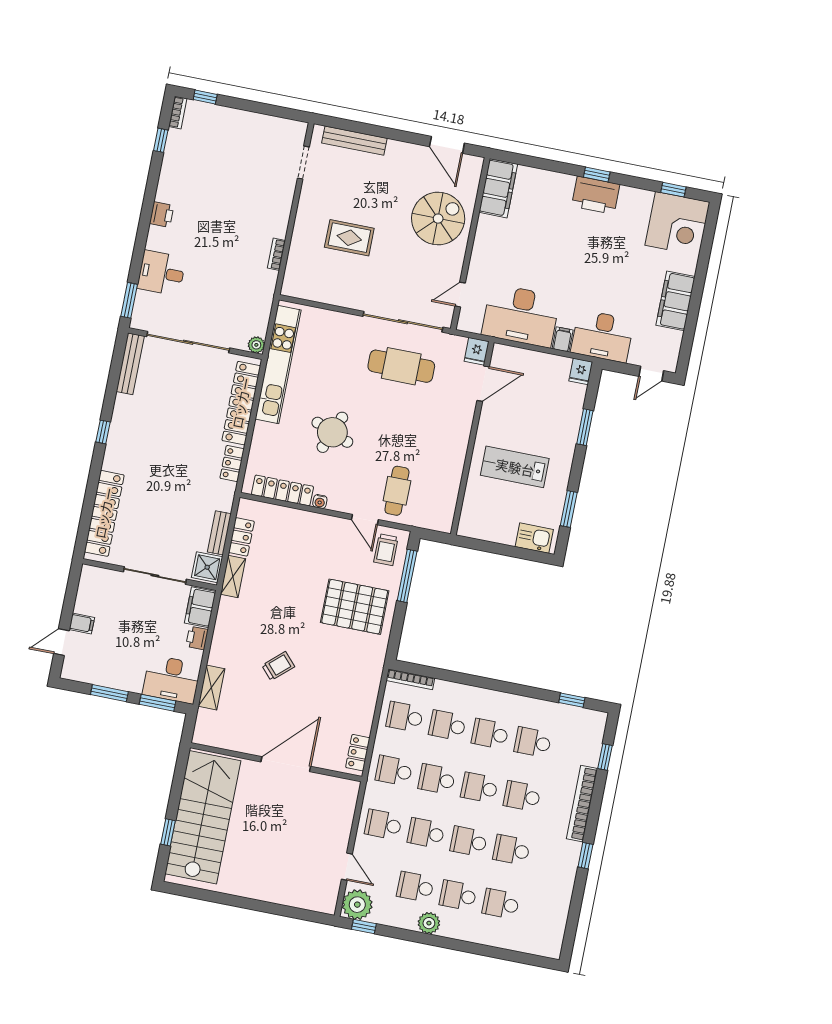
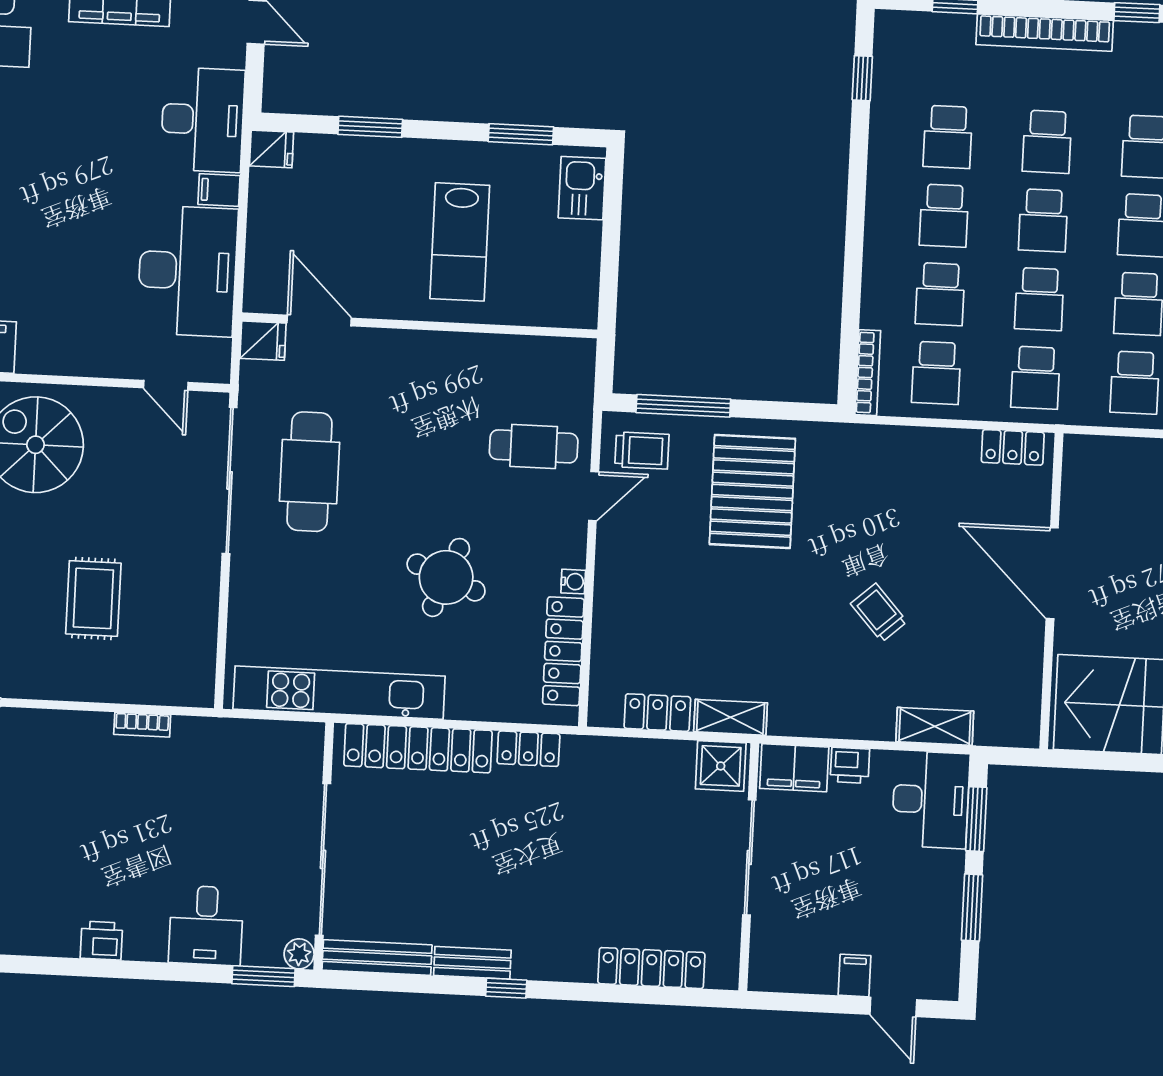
plant: (256, 345) -> (299, 954), moved
locker: (104, 513) -> (651, 968), width x0.71, depth x0.83
bench: (219, 533) -> (472, 963), moved

